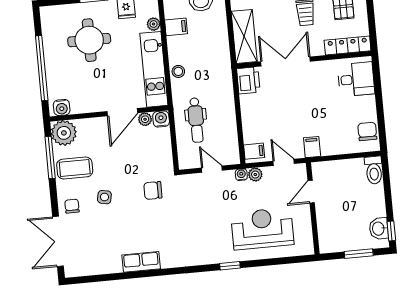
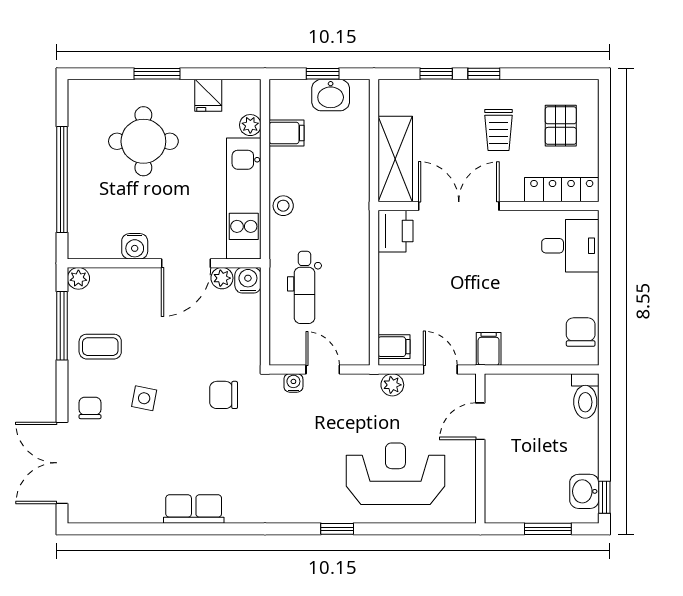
water cooler: (62, 107) -> (135, 246), moved
plant: (64, 133) -> (78, 278), width x0.53, depth x0.53
coffee table: (75, 168) -> (100, 347), width x0.73, depth x0.77
water cooler: (241, 175) -> (293, 383), moved

